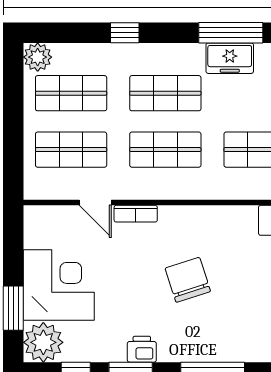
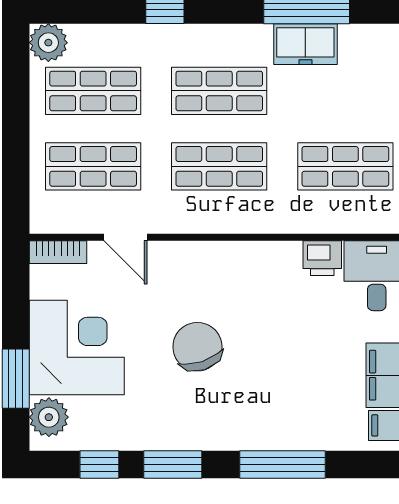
bookcase: (136, 214) -> (58, 252), moved
chair: (188, 280) -> (197, 347), moved
plant: (43, 342) -> (49, 417), width x0.73, depth x0.73
printer: (142, 349) -> (322, 258), moved, turned 180

